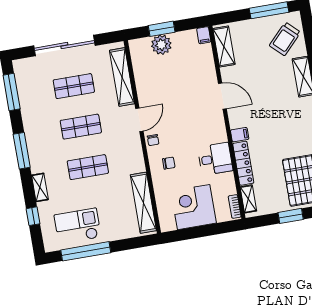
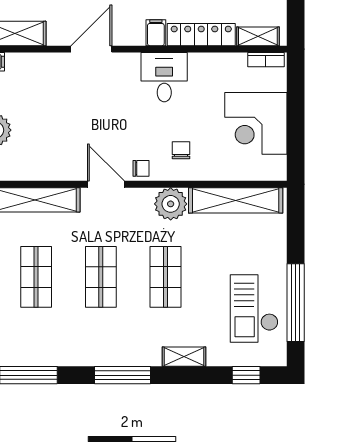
desk: (215, 159) -> (164, 77), moved
plant: (134, 162) -> (171, 204), added
window: (33, 216) -> (246, 375), moved

